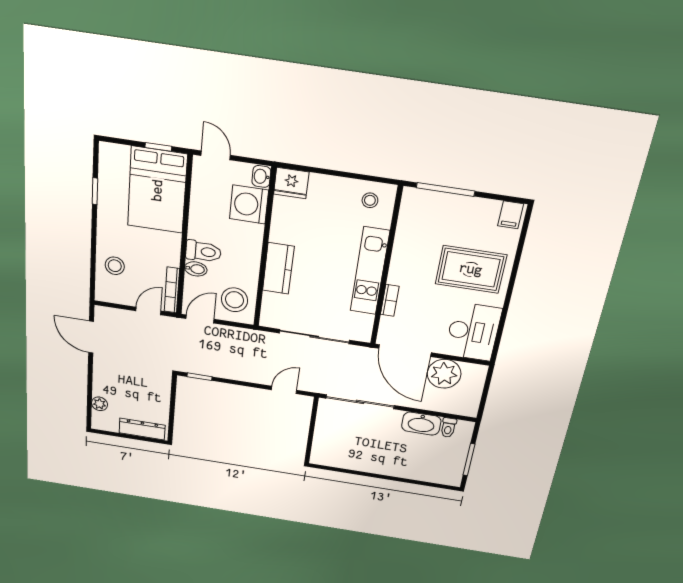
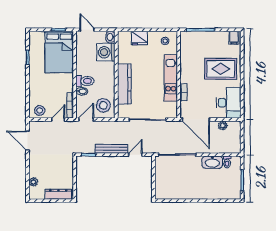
fridge: (291, 183) -> (139, 38), moved
stool: (115, 266) -> (40, 110), moved
kitchen counter: (278, 268) -> (124, 84), width x1.50
bench: (242, 374) -> (111, 149), added
plant: (444, 374) -> (223, 126), width x0.53, depth x0.53

